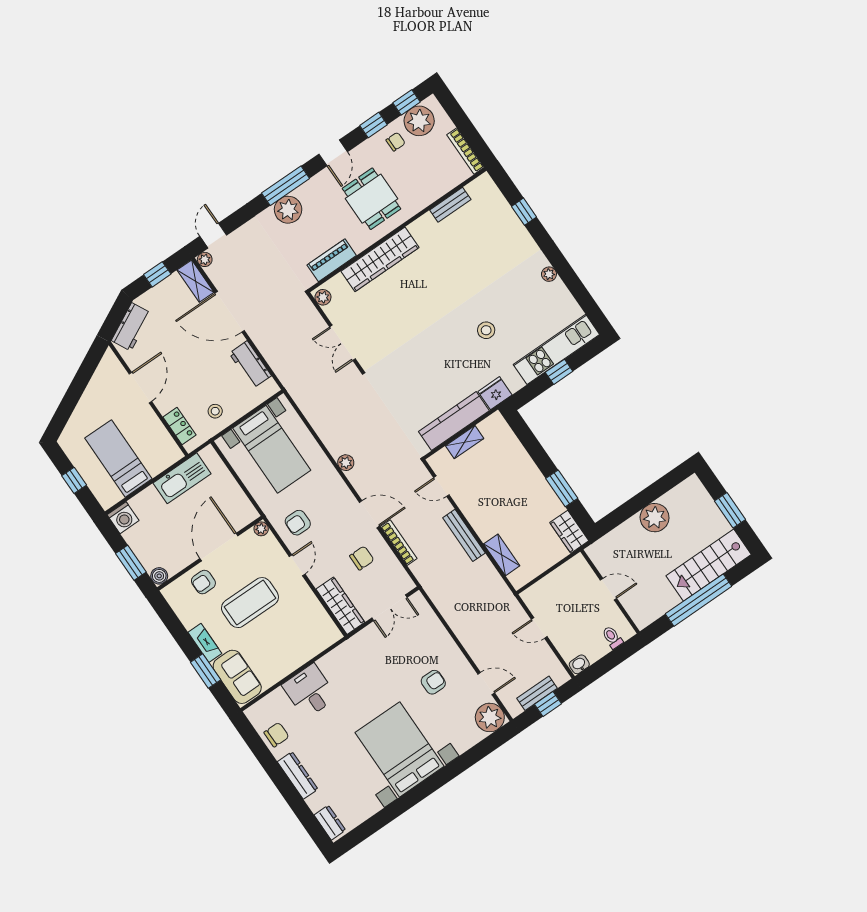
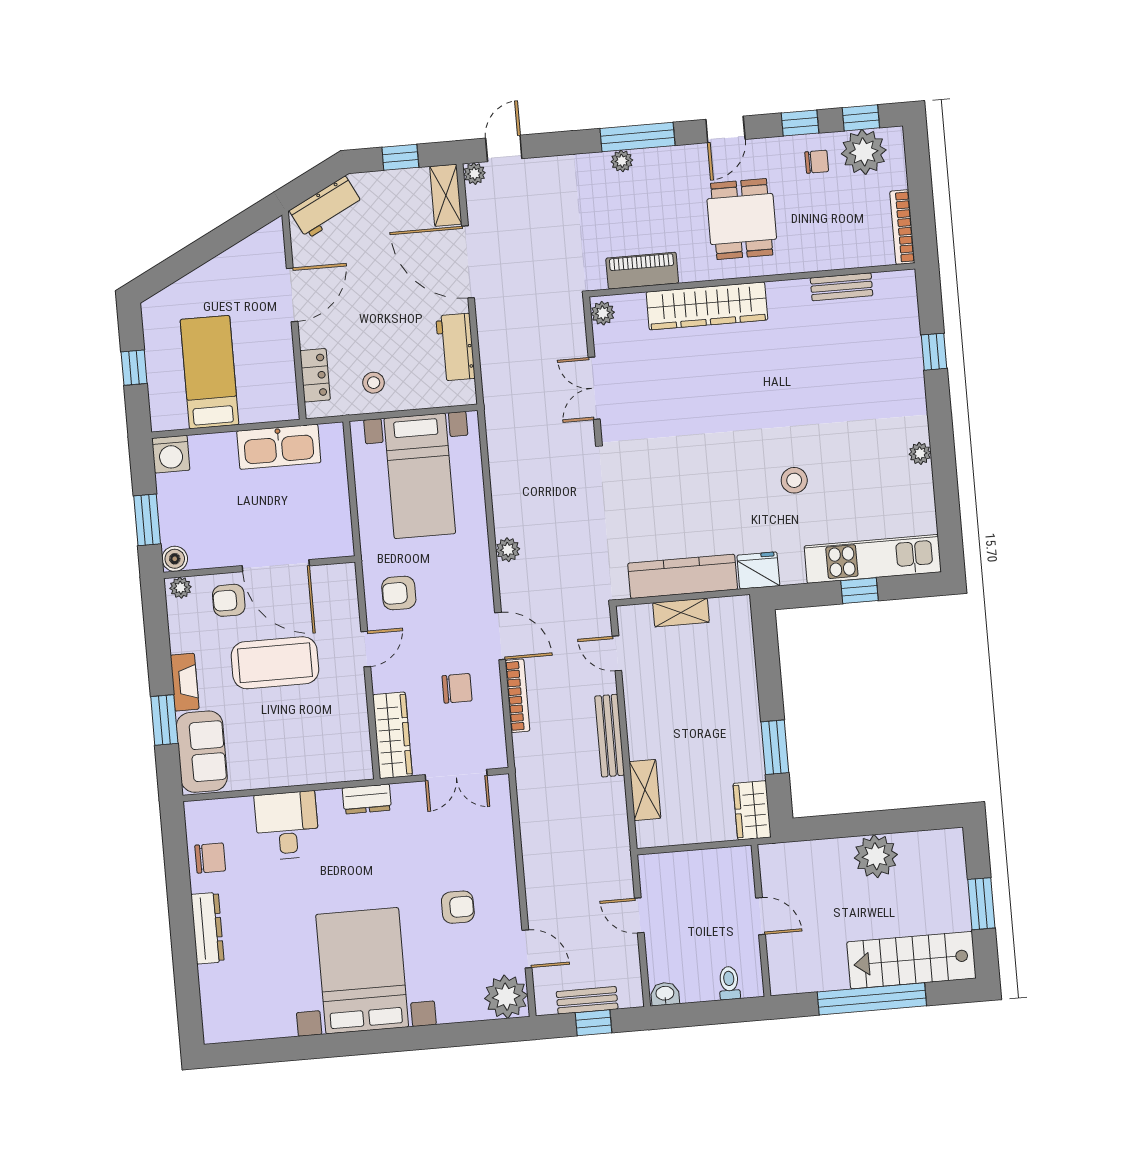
plant: (288, 210) -> (622, 161), width x0.53, depth x0.53
plant: (261, 529) -> (181, 588), moved
door: (219, 547) -> (276, 566), swing flipped
dresser: (330, 823) -> (367, 799), moved, turned 90

